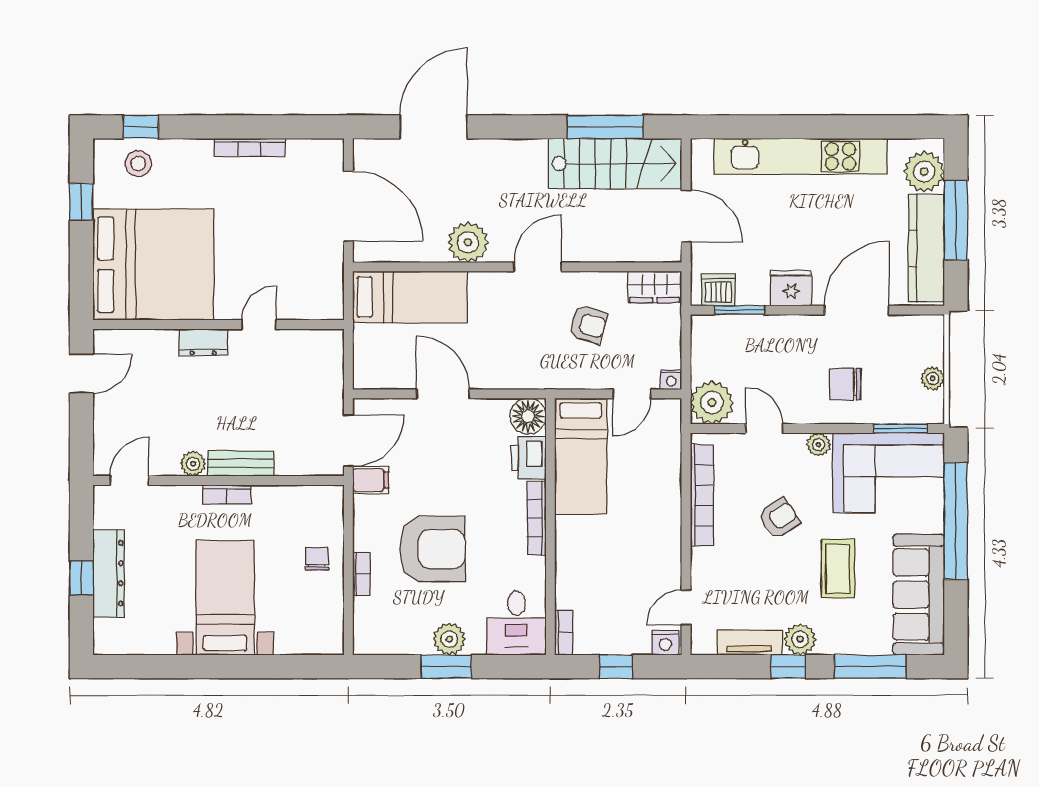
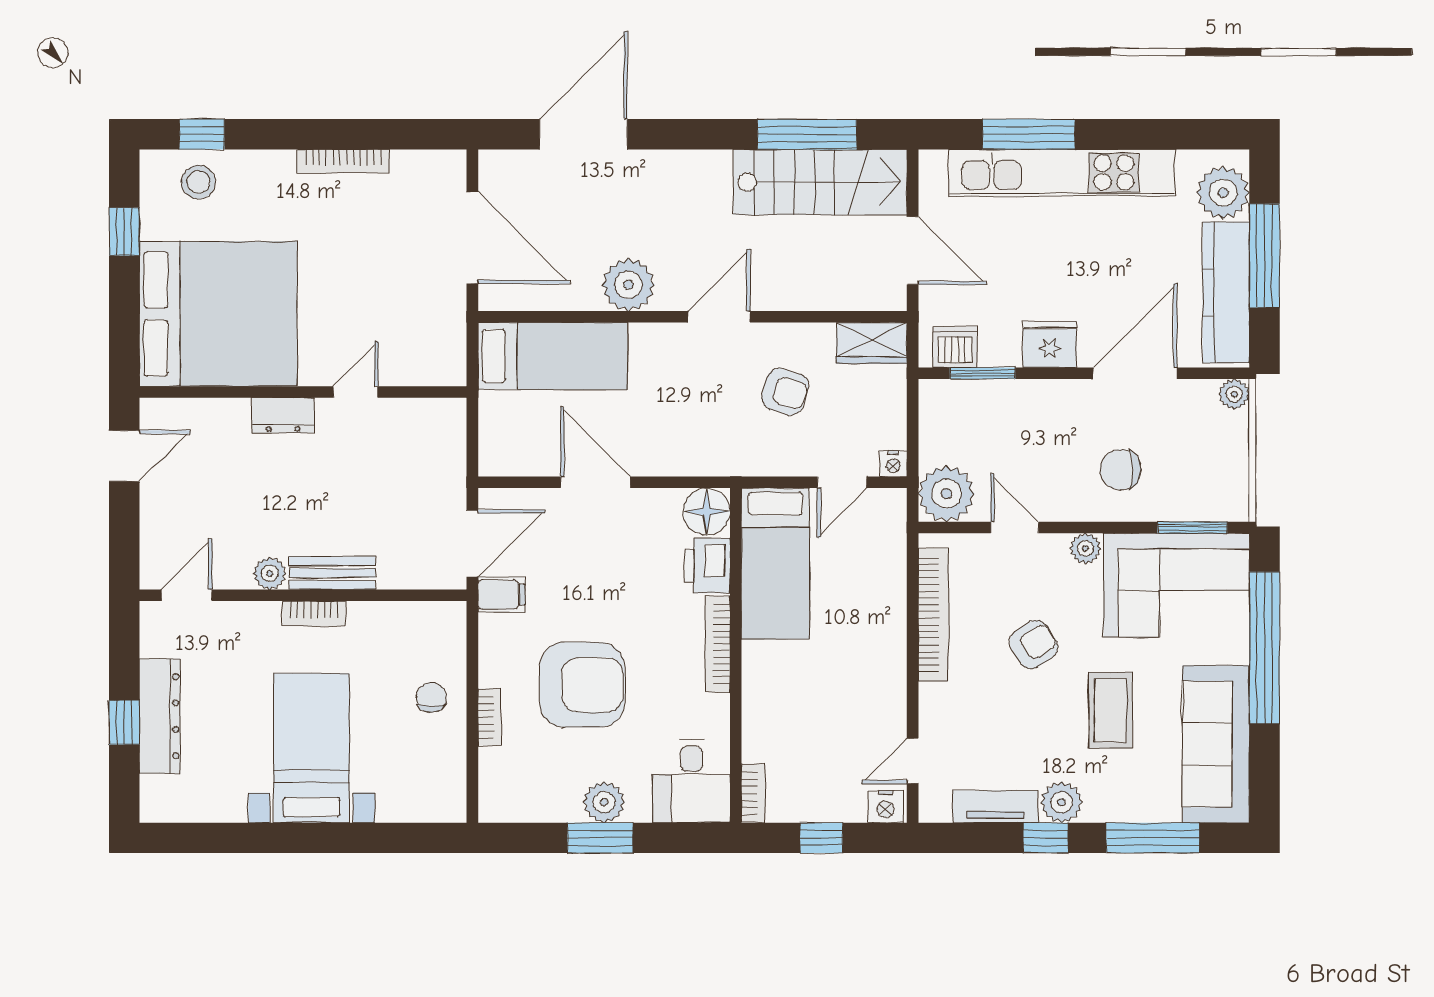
window: (775, 127) -> (1029, 134), added
plant: (933, 378) -> (1234, 394), moved

